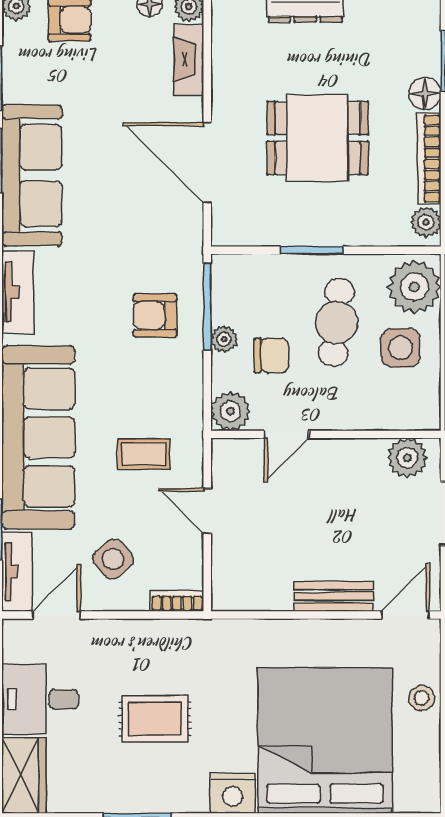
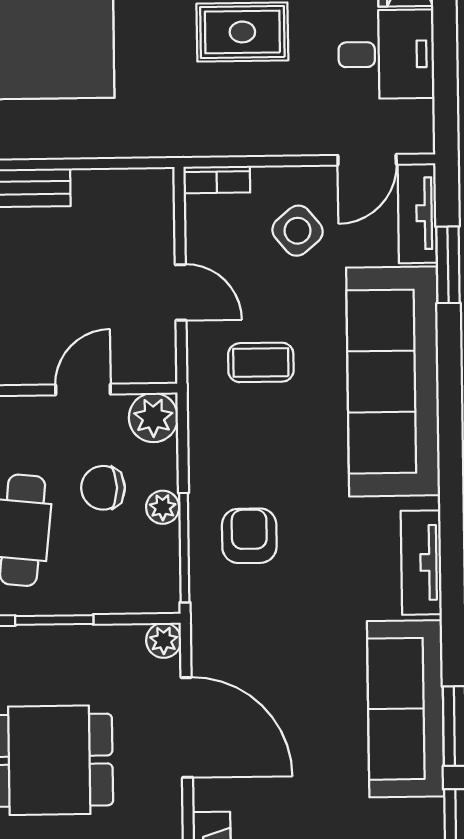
plant: (225, 233) -> (164, 640), added
armchair: (155, 315) -> (249, 536), turned -90

